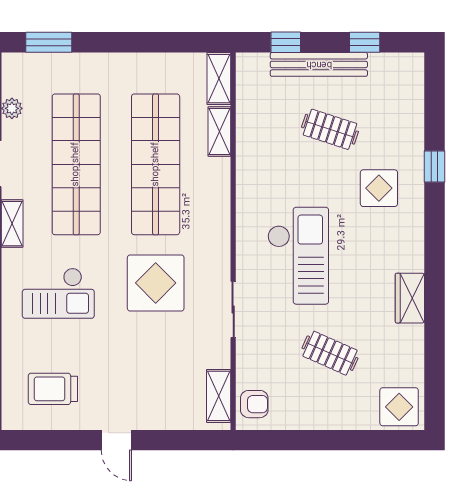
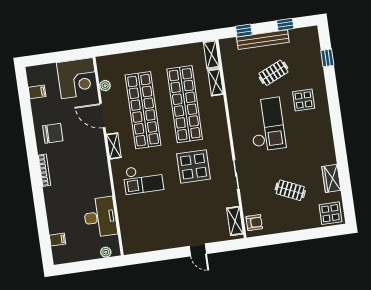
window: (49, 42) -> (119, 48), removed
clothes rail: (330, 129) -> (274, 73), turned -42
window: (434, 166) -> (327, 58), moved
checkout: (298, 256) -> (267, 124), moved
wardrobe: (410, 298) -> (331, 178), moved
trolley: (53, 389) -> (148, 230), removed
door: (116, 440) -> (198, 250), moved

